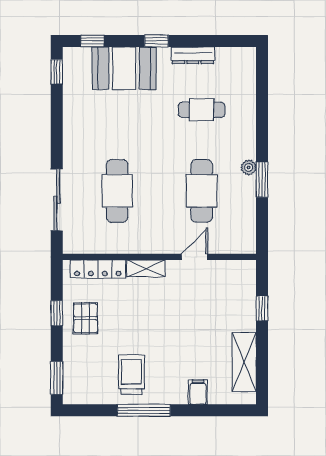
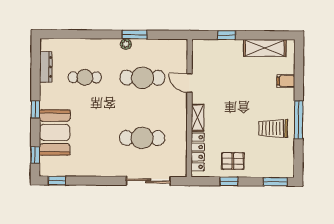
dresser: (193, 55) -> (46, 67), moved
cafe table: (202, 110) -> (85, 77), turned 90

